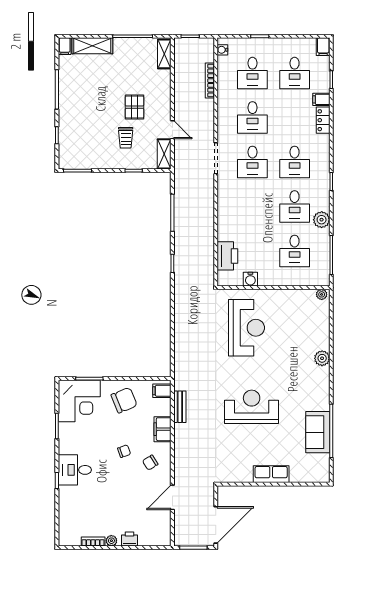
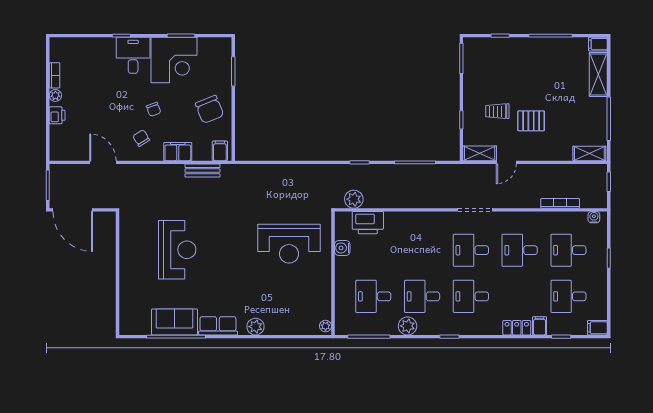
plant: (206, 269) -> (354, 199), added
corner desk: (79, 401) -> (174, 60), moved, turned -90
reception desk: (252, 407) -> (177, 250), moved
row of seats: (271, 474) -> (218, 326), moved, turned -90

